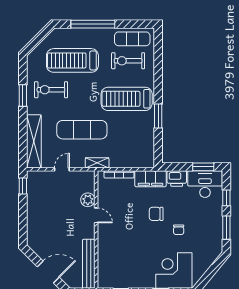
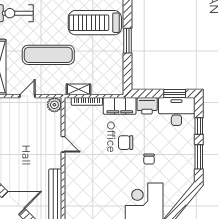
shelving: (97, 163) -> (78, 89), moved
plant: (88, 200) -> (54, 105), moved

